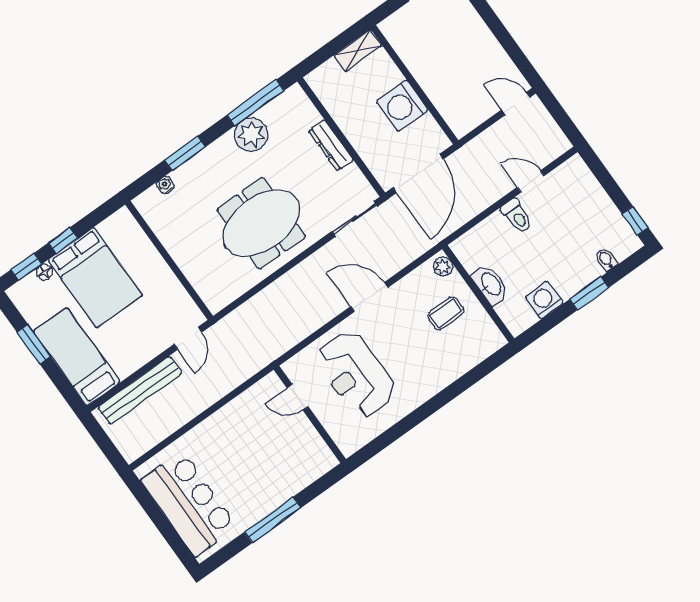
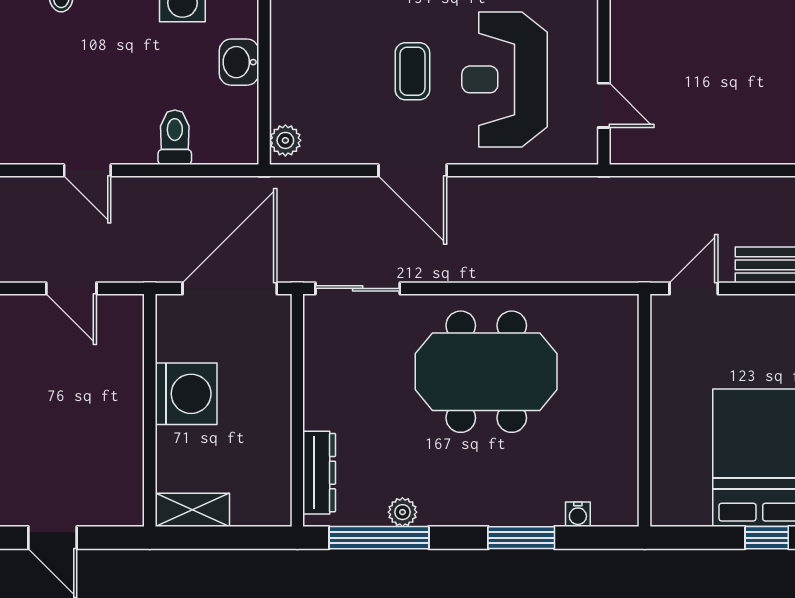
door: (516, 103) -> (71, 288), moved
plant: (251, 135) -> (402, 512), width x0.53, depth x0.53
dresser: (331, 145) -> (319, 473), moved
toilet: (517, 216) -> (175, 137), moved
washbasin: (491, 285) -> (239, 62), width x0.72
coffee table: (446, 313) -> (412, 71), moved, turned 90
reception desk: (356, 375) -> (505, 79), turned 180

